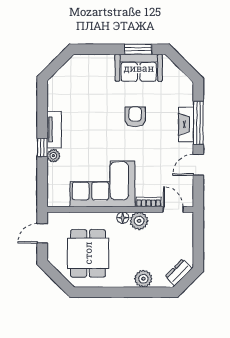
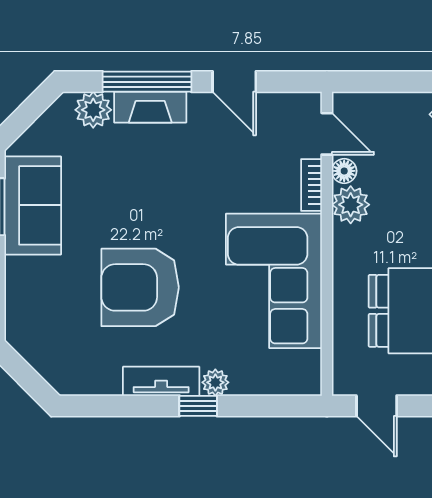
plant: (185, 97) -> (93, 110), added
armchair: (135, 117) -> (140, 287), moved, width x1.88, depth x1.88
door: (173, 209) -> (327, 134), swing flipped
floor lamp: (123, 218) -> (344, 171), moved

